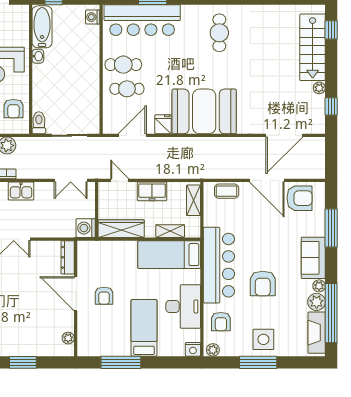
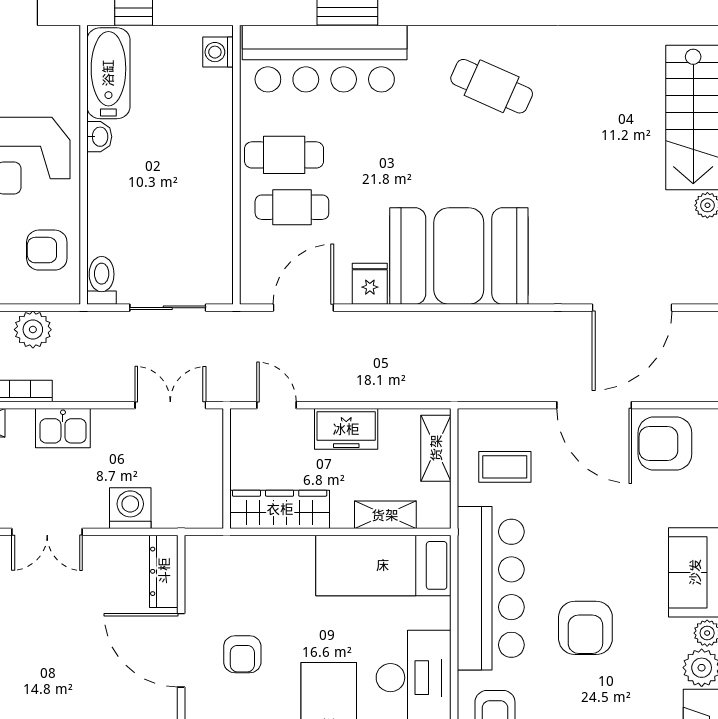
cafe table: (219, 33) -> (492, 86), turned -66
armchair: (13, 109) -> (47, 250), turned 90
double door: (71, 180) -> (170, 405), swing flipped
coffee table: (227, 191) -> (505, 467), moved
armchair: (300, 198) -> (665, 443), turned 180
washing machine: (86, 228) -> (130, 508), moved, turned 90

